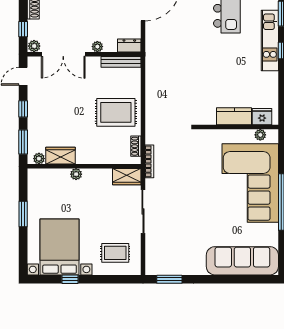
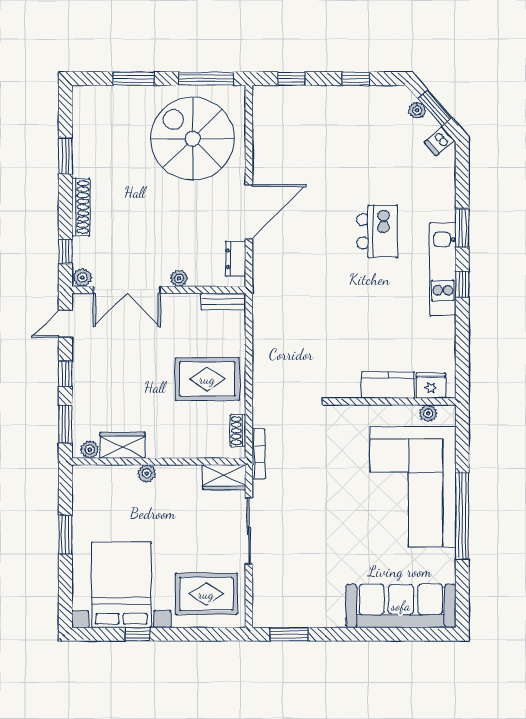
dresser: (129, 46) -> (236, 259), moved, turned -90
bench: (121, 62) -> (223, 302), width x0.73
rug: (115, 253) -> (206, 594), width x1.36, depth x1.43

